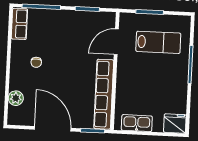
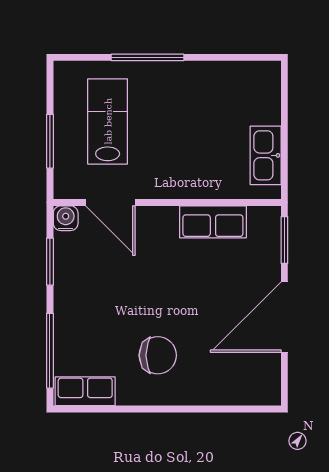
water cooler: (109, 18) -> (66, 218), added
chair: (36, 62) -> (158, 355), width x1.87, depth x1.87
row of seats: (104, 94) -> (213, 222), width x0.50
plant: (16, 98) -> (229, 391), removed
fridge: (175, 124) -> (263, 82), removed

